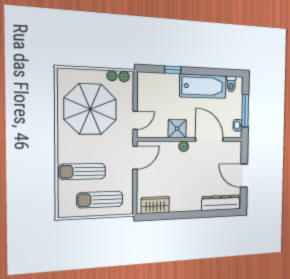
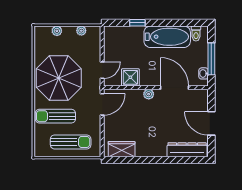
plant: (124, 76) -> (57, 31), moved
parasol: (90, 109) -> (59, 78), moved
shower: (177, 129) -> (130, 77), moved
sun lounger: (100, 200) -> (71, 142), turned 180

